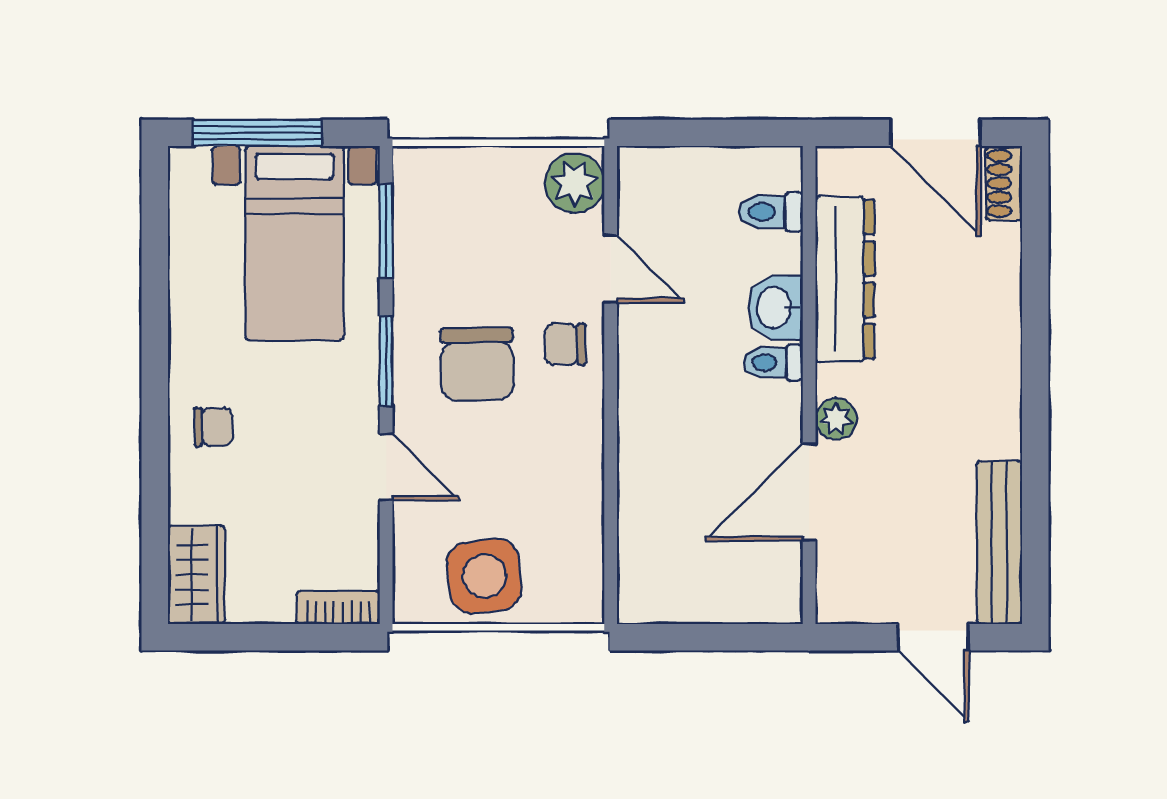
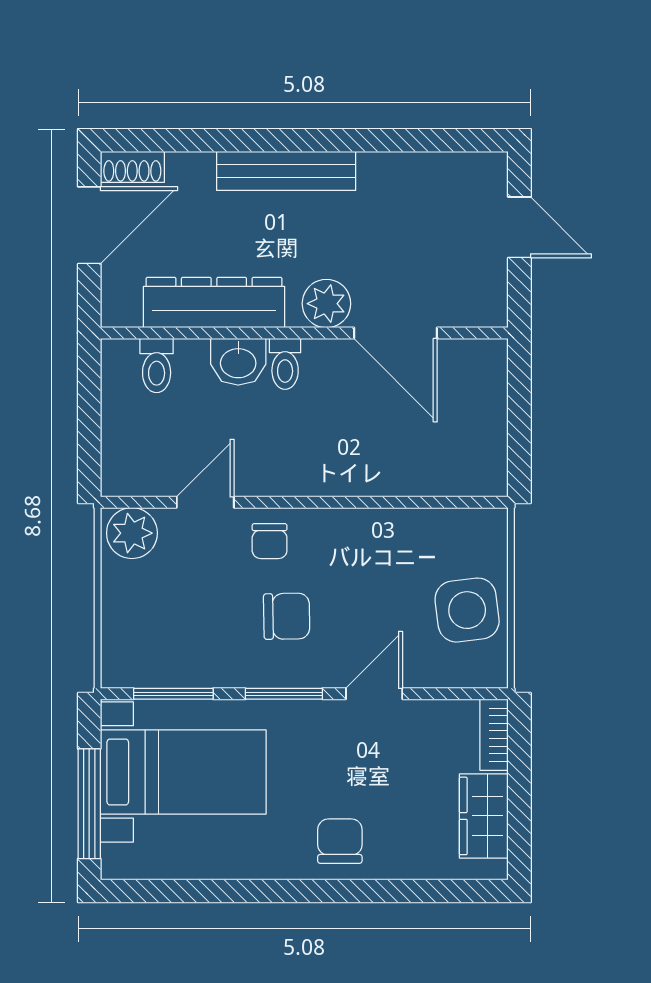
chair: (477, 364) -> (287, 616), width x0.73, depth x0.73
plant: (836, 419) -> (326, 304), width x1.38, depth x1.38
chair: (213, 427) -> (340, 841), width x1.37, depth x1.37
bench: (999, 543) -> (286, 171), moved
wardrobe: (196, 575) -> (484, 816), moved, turned -90
door: (933, 637) -> (519, 227), hinge flipped

